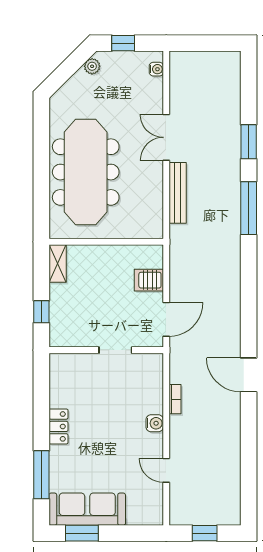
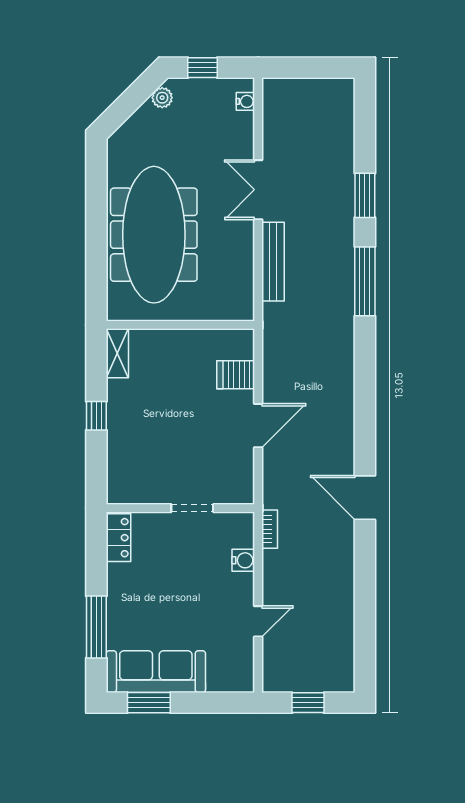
wall: (106, 350) -> (180, 508), moved
doorway: (115, 350) -> (192, 508), moved
locker: (58, 426) -> (119, 538), moved
door: (166, 470) -> (258, 621), swing flipped

